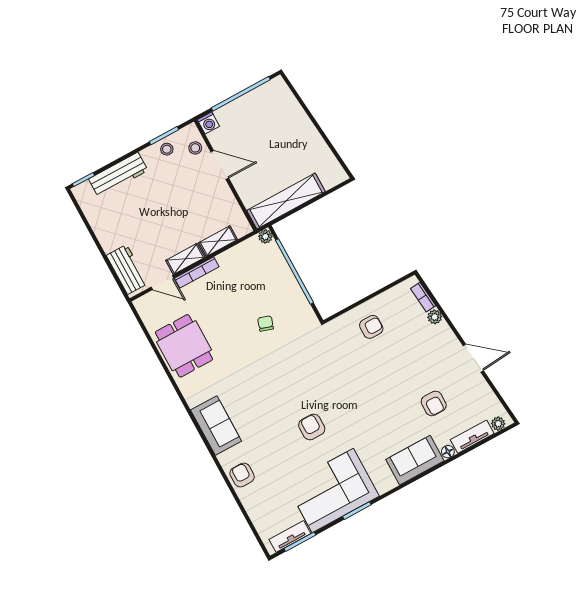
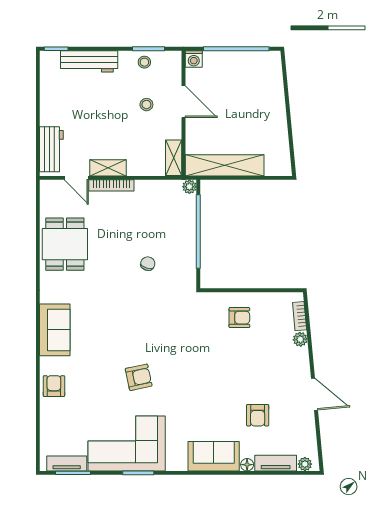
stool: (195, 148) -> (146, 105), moved
shelving: (218, 241) -> (174, 158), moved, turned 90
armchair: (312, 427) -> (139, 377), turned 78

